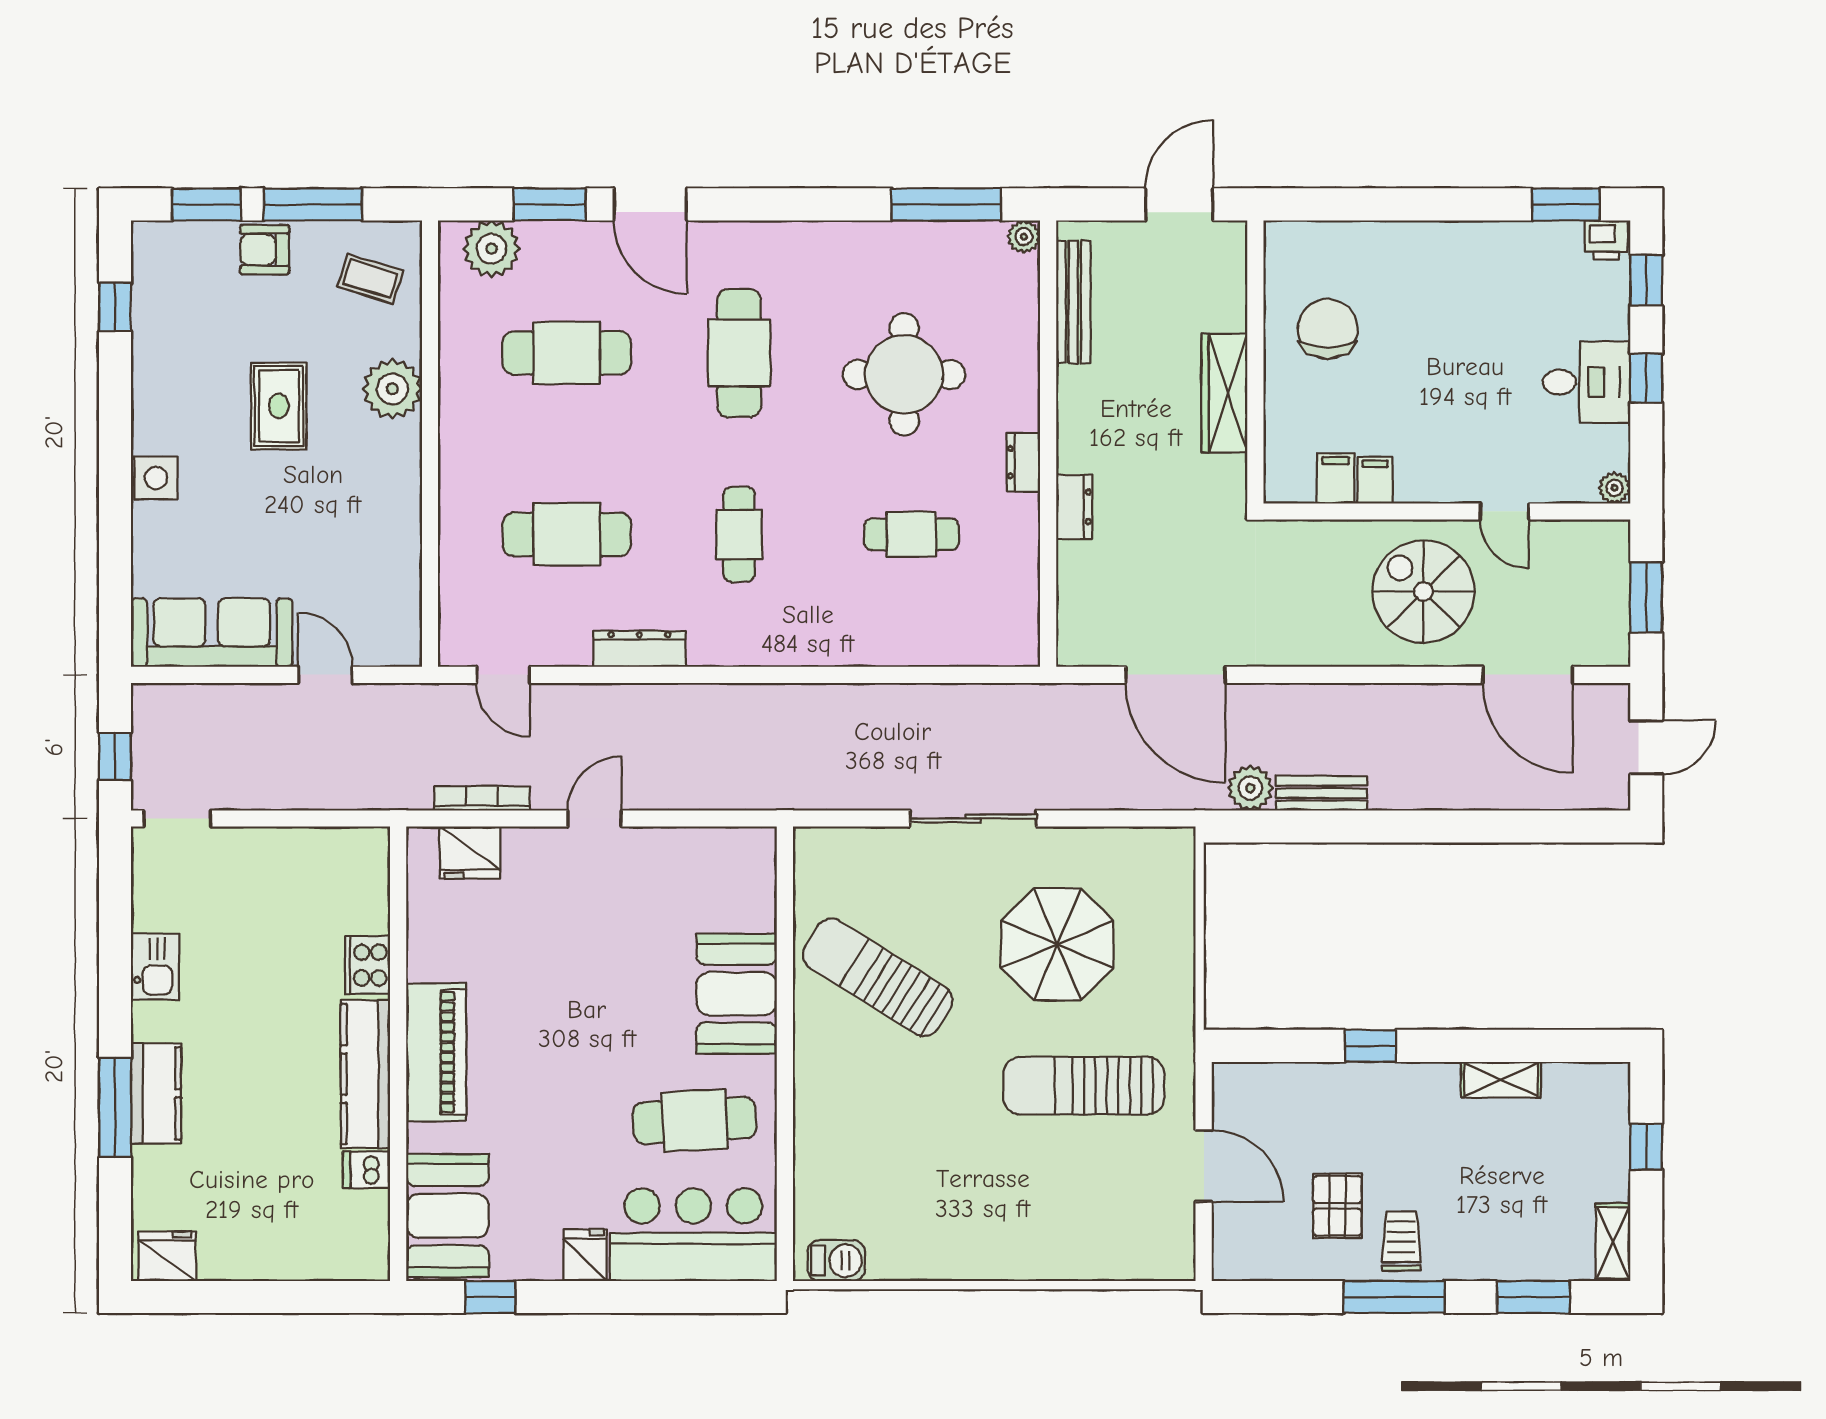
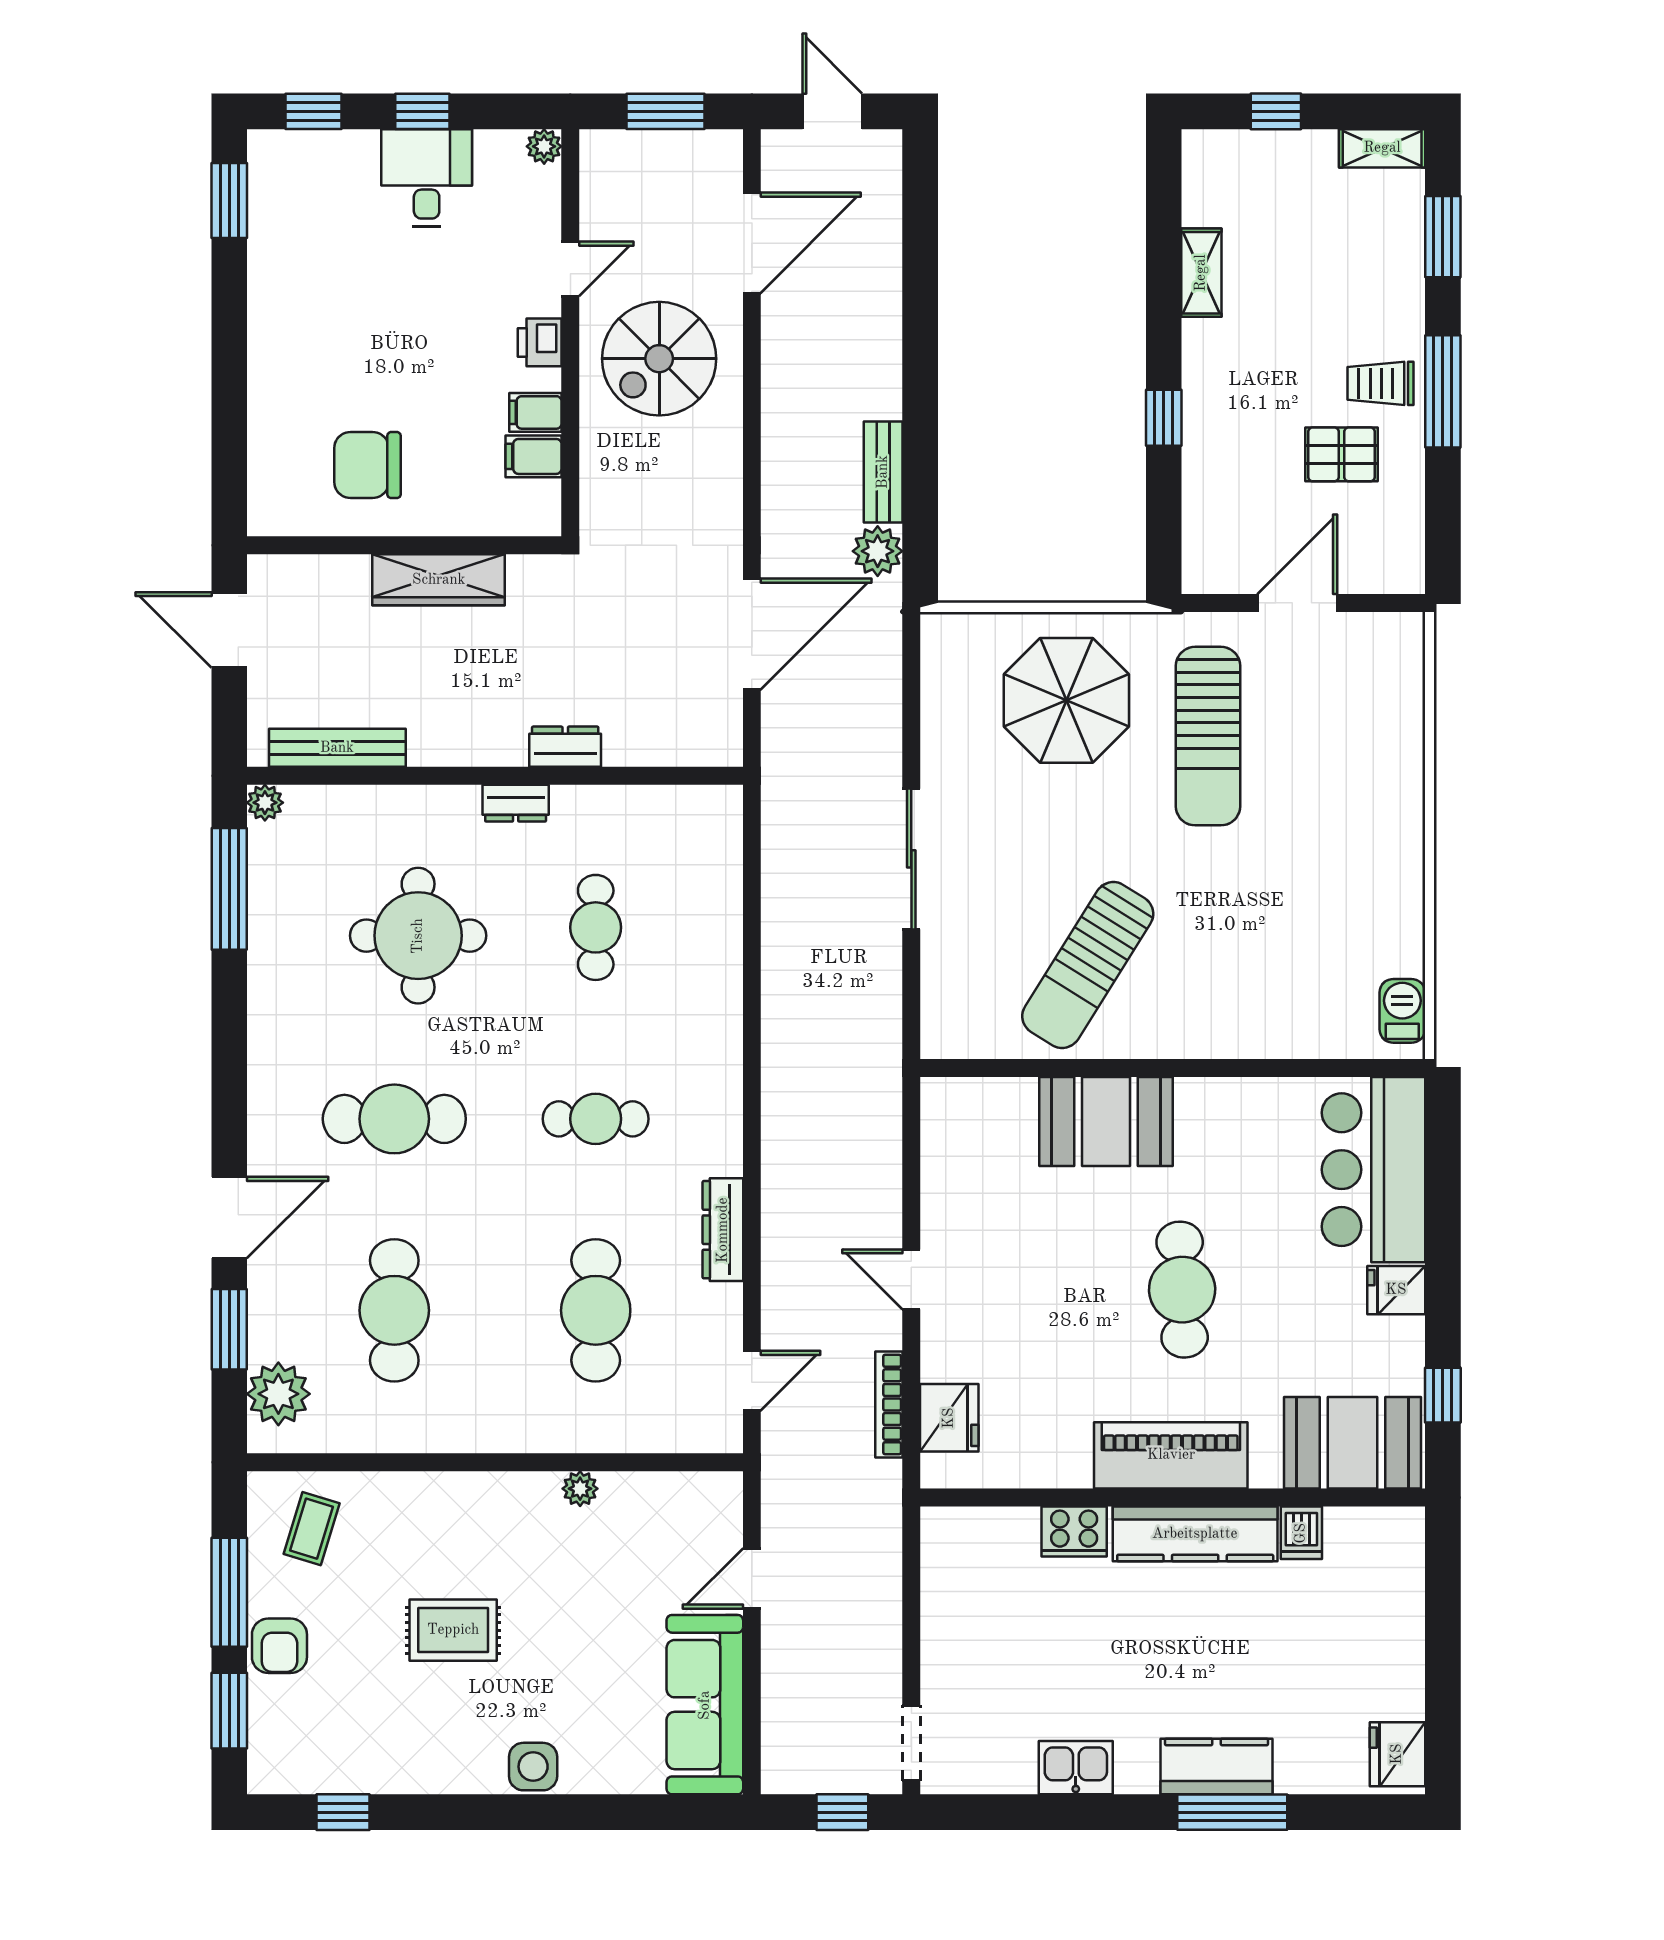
printer: (1606, 240) -> (540, 342), moved, turned 180
plant: (392, 389) -> (580, 1489), moved, width x0.53, depth x0.53
parasol: (1057, 944) -> (1066, 700), moved
cafe table: (695, 1120) -> (1182, 1290), moved

